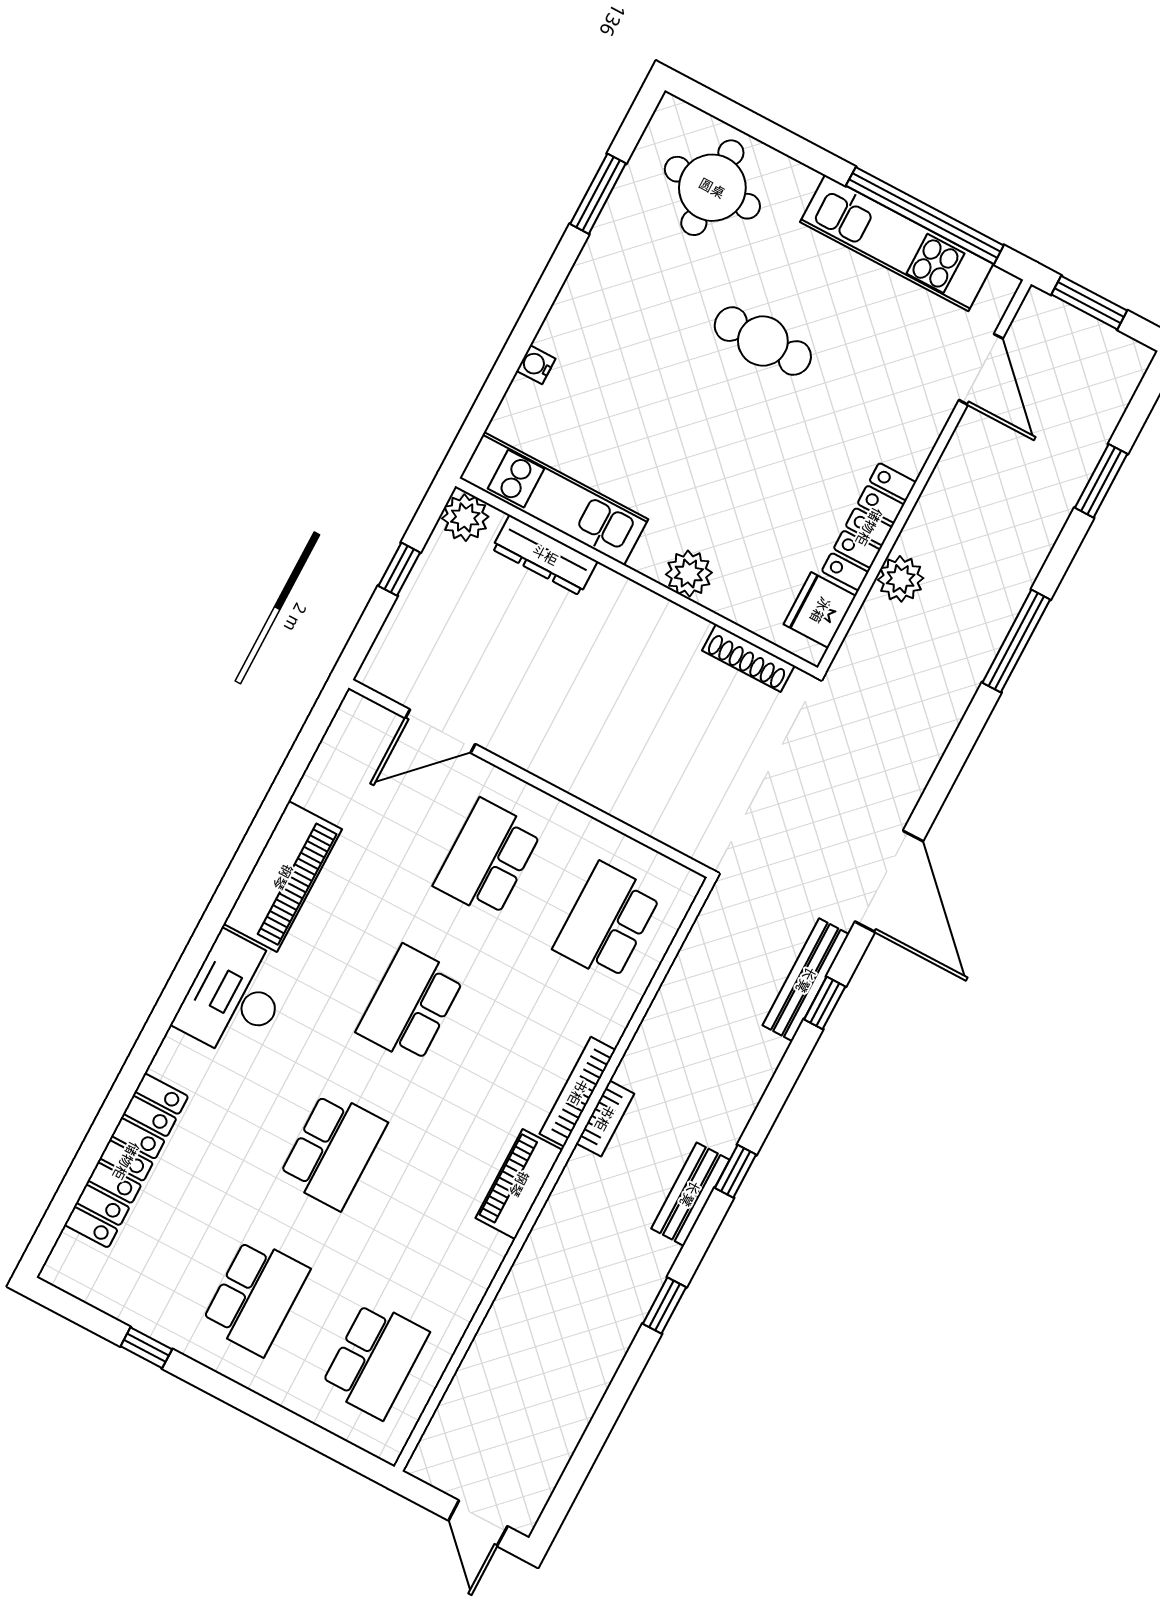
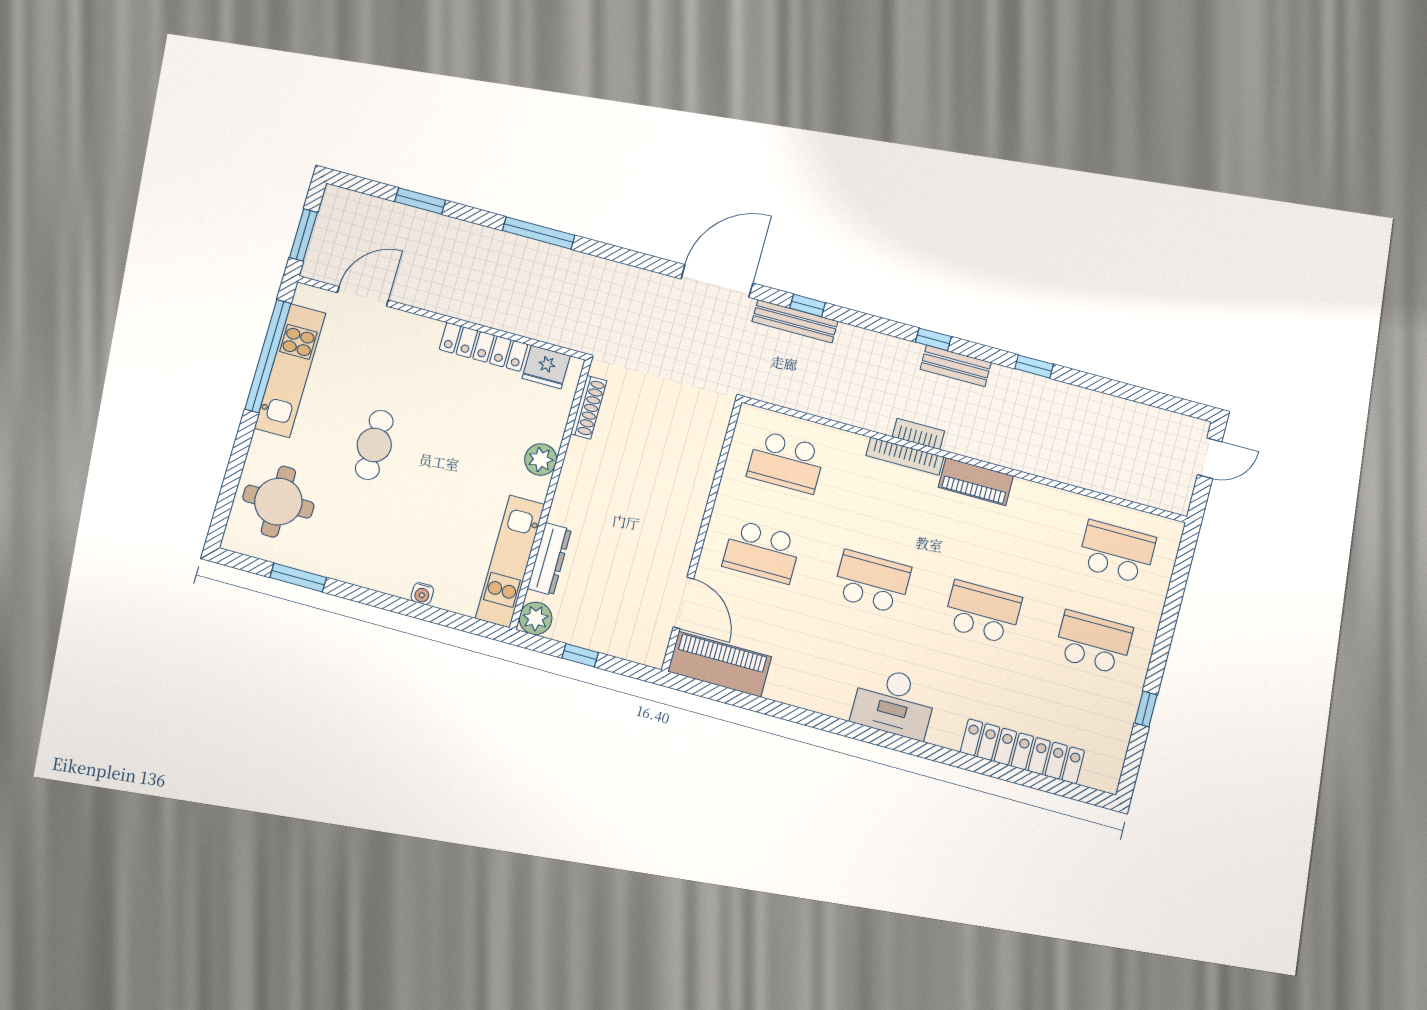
plant: (901, 579) -> (514, 318), removed
piano: (283, 877) -> (720, 664), moved
school desk: (410, 1004) -> (872, 582), turned 180

